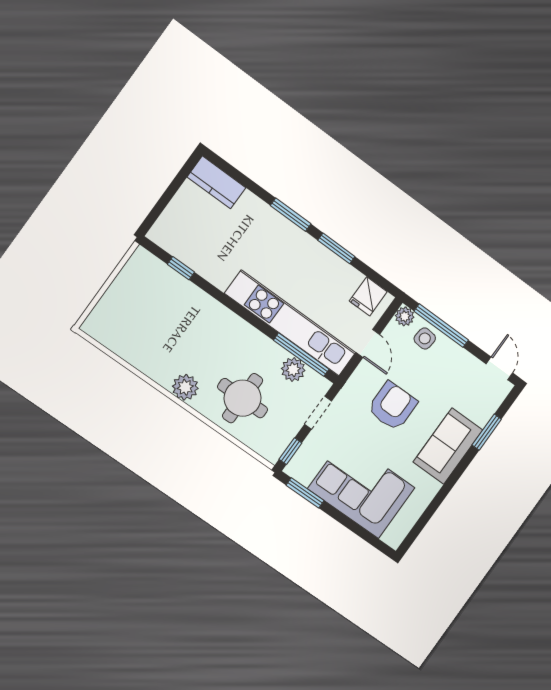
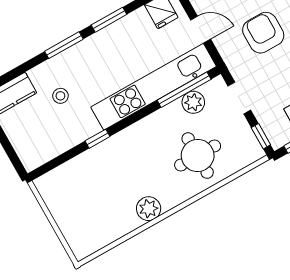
stool: (238, 234) -> (60, 96), added
window: (181, 268) -> (98, 139), moved
plant: (185, 387) -> (149, 209), moved

